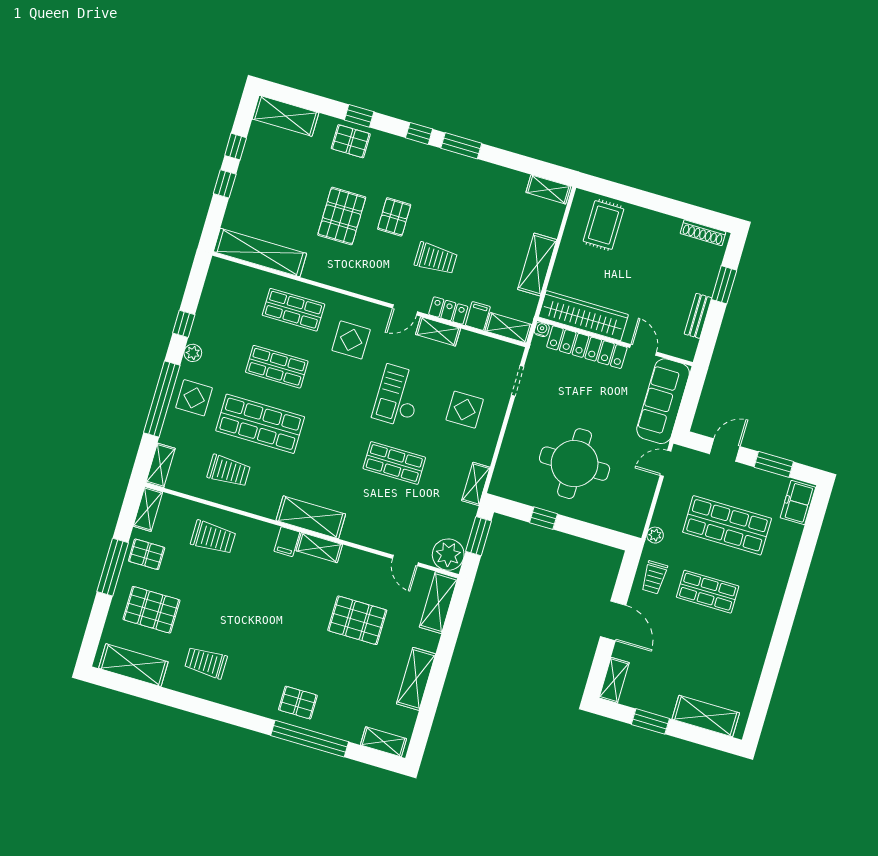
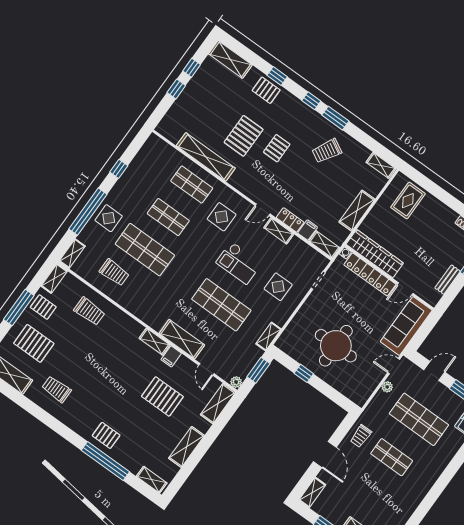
shelving: (260, 253) -> (206, 157), moved
trolley: (436, 259) -> (327, 151), moved, turned 119
door: (643, 350) -> (405, 289), swing flipped
plant: (193, 353) -> (118, 189), removed
checkout: (398, 396) -> (239, 263), turned -90
shop shelf: (394, 463) -> (221, 305), width x1.43, depth x1.36
shelving: (311, 517) -> (182, 339), moved
plant: (655, 535) -> (387, 387), moved
filing cabinet: (287, 542) -> (171, 356), moved
plant: (448, 555) -> (236, 382), width x0.53, depth x0.53

